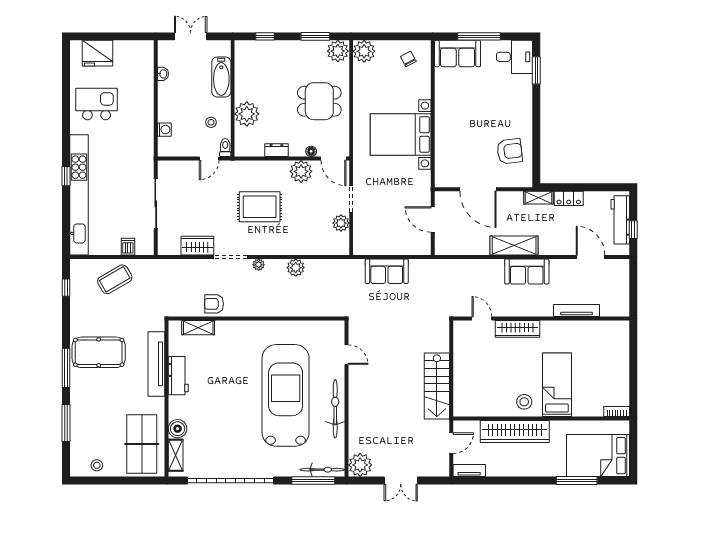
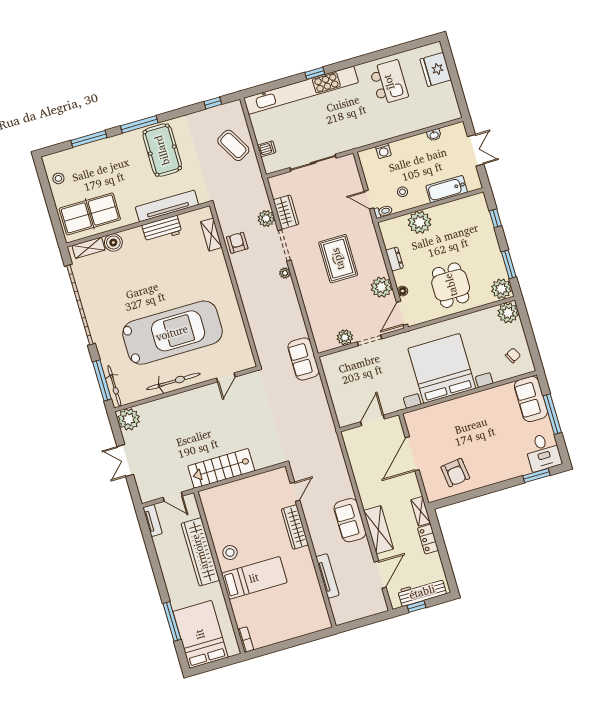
bed with nightstands: (401, 134) -> (442, 368), width x1.36
shelving: (514, 246) -> (378, 530), moved
plant: (296, 268) -> (266, 219), moved
sofa: (387, 271) -> (303, 359), moved

